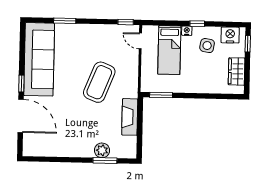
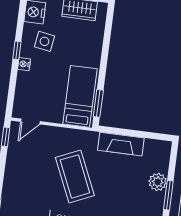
bed: (169, 50) -> (80, 96), moved, turned -90
coffee table: (99, 82) -> (75, 176), turned 44
window: (105, 161) -> (168, 195), moved

